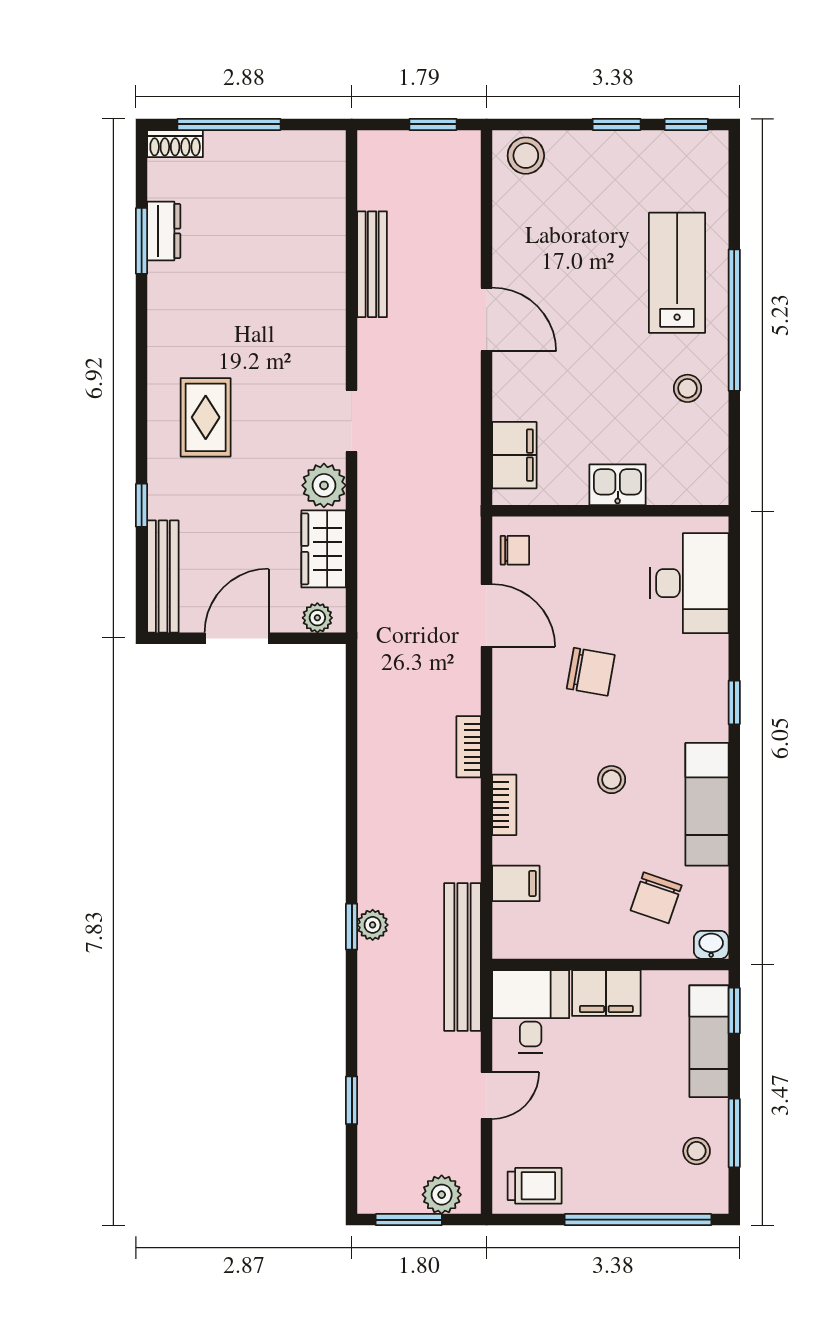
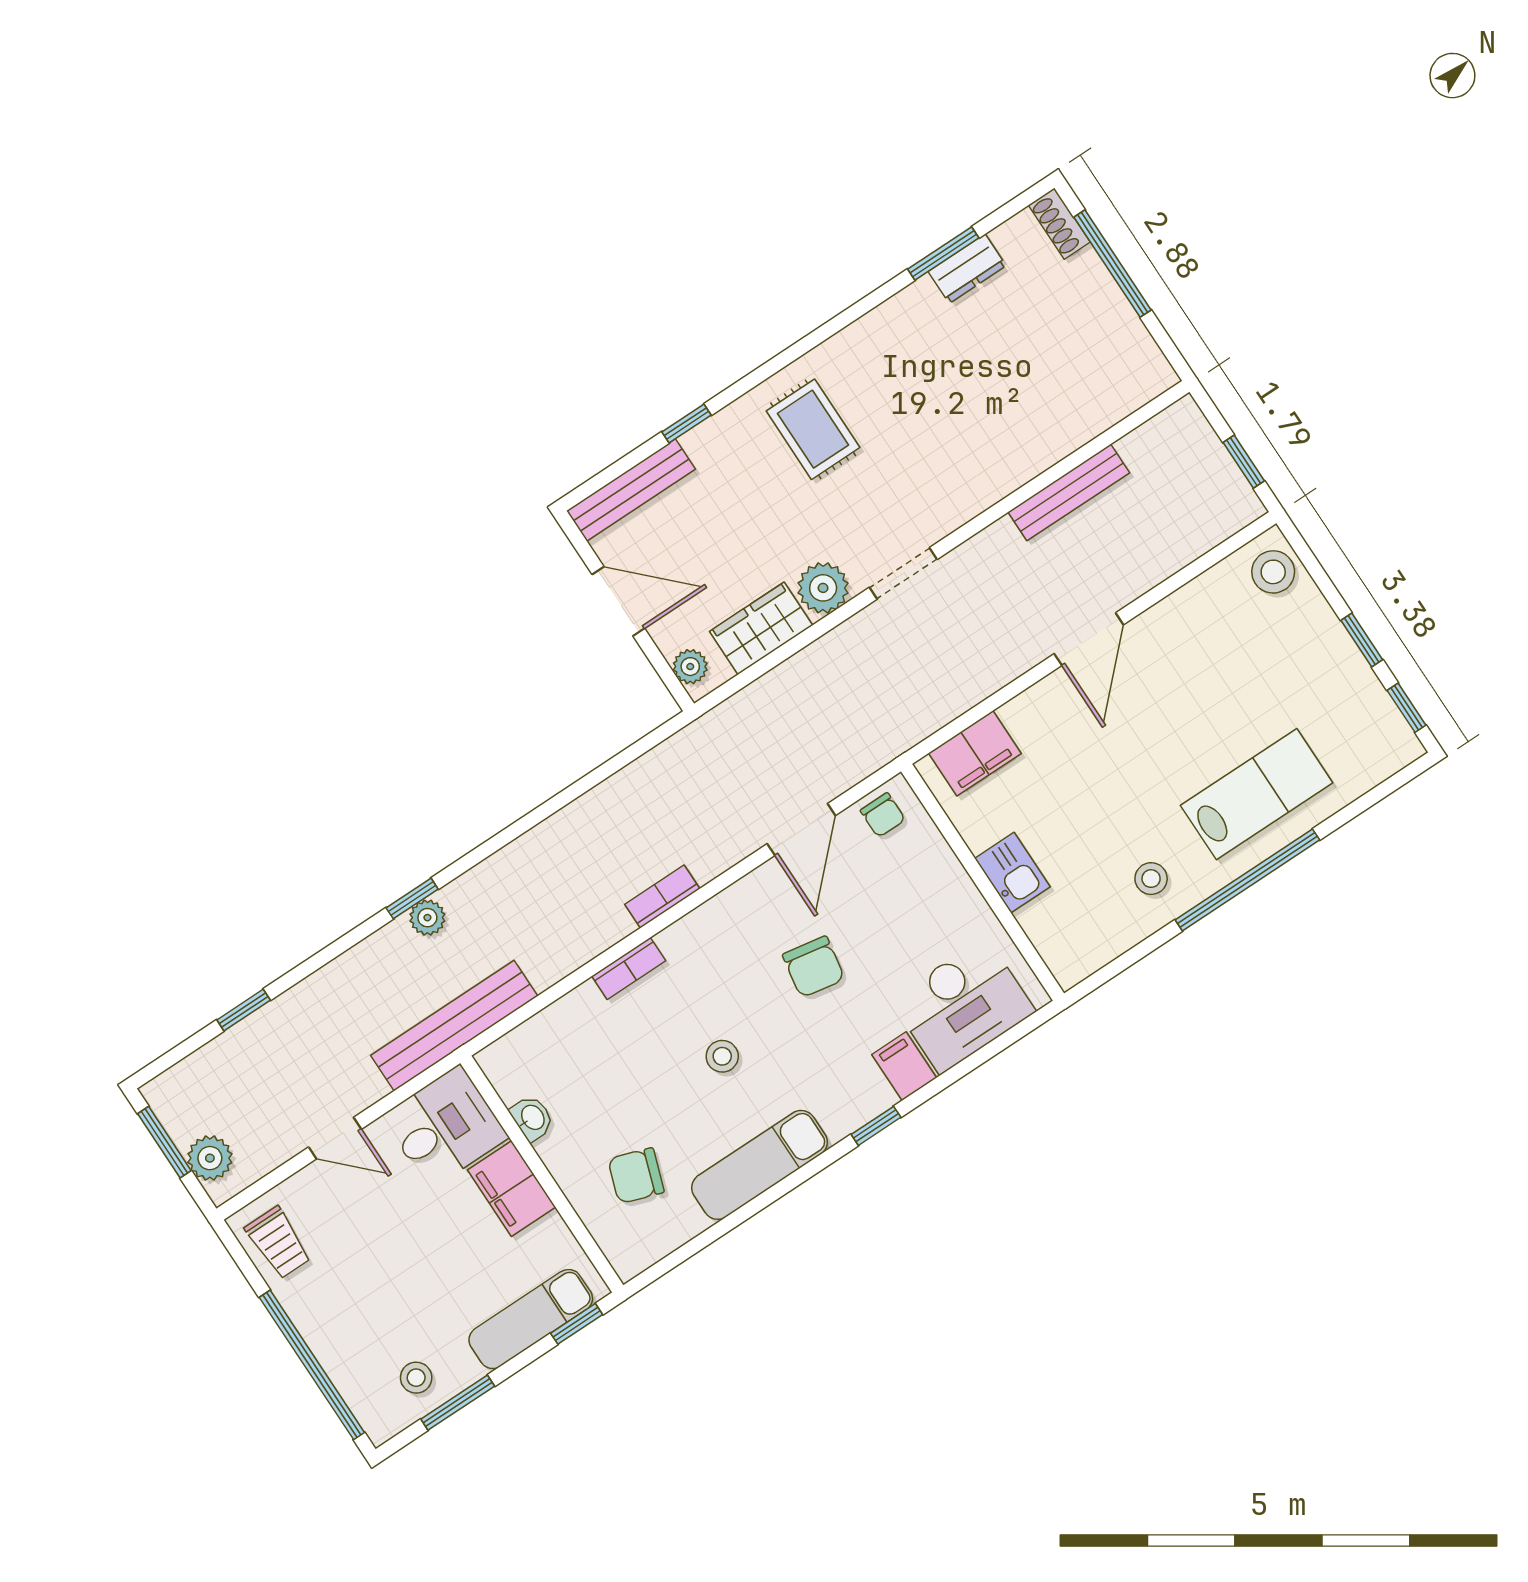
rug: (206, 417) -> (813, 429), turned 90
filing cabinet: (516, 883) -> (904, 1066), moved, turned 180
washbasin: (711, 945) -> (532, 1118), moved

